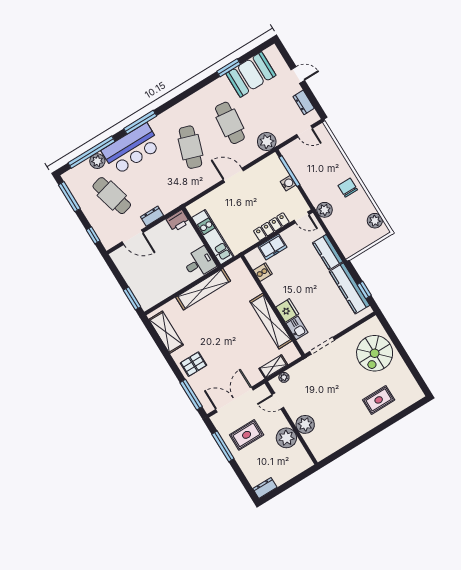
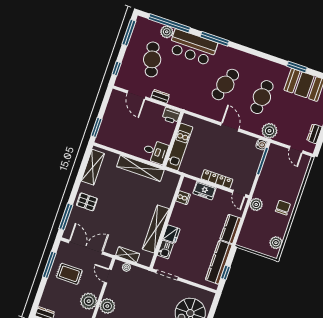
water cooler: (288, 183) -> (261, 145), moved

